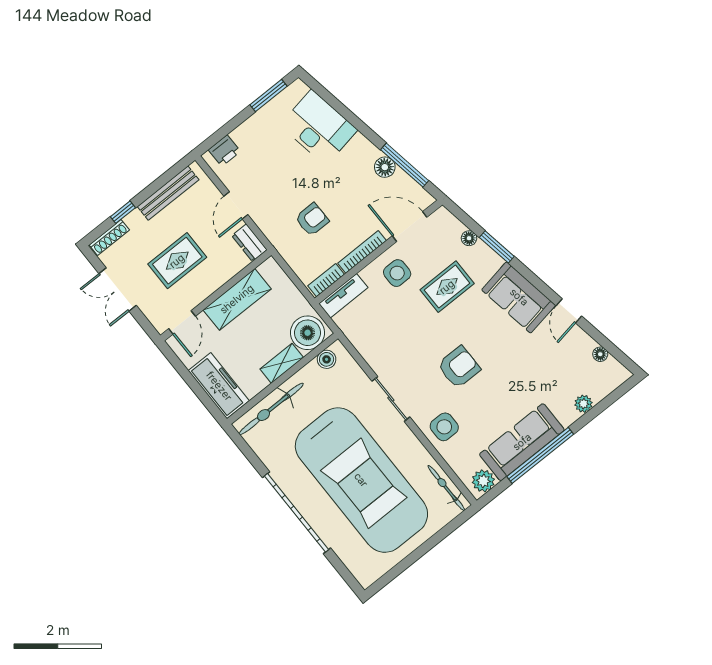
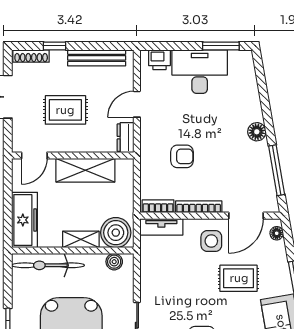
desk: (319, 128) -> (200, 72), moved, turned -80
floor lamp: (385, 167) -> (257, 132), moved
door: (410, 227) -> (246, 216), swing flipped
floor lamp: (469, 238) -> (277, 233), moved

